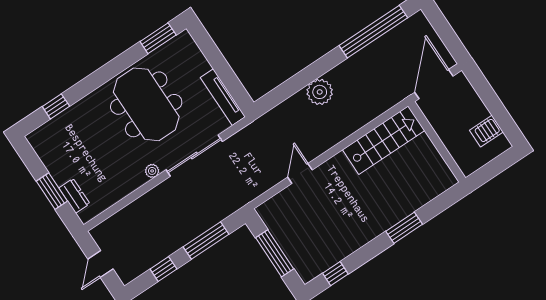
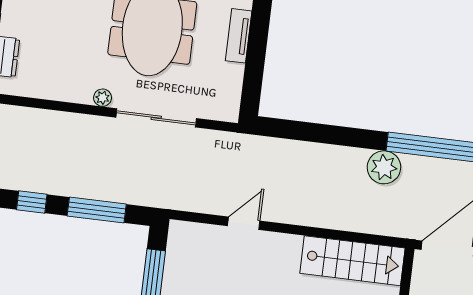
plant: (320, 92) -> (384, 167), moved
tv unit: (223, 97) -> (239, 36), moved, width x0.71

